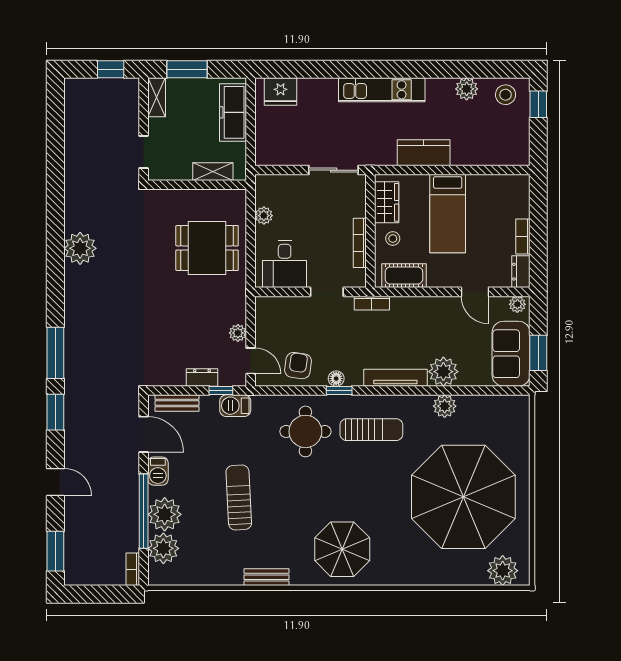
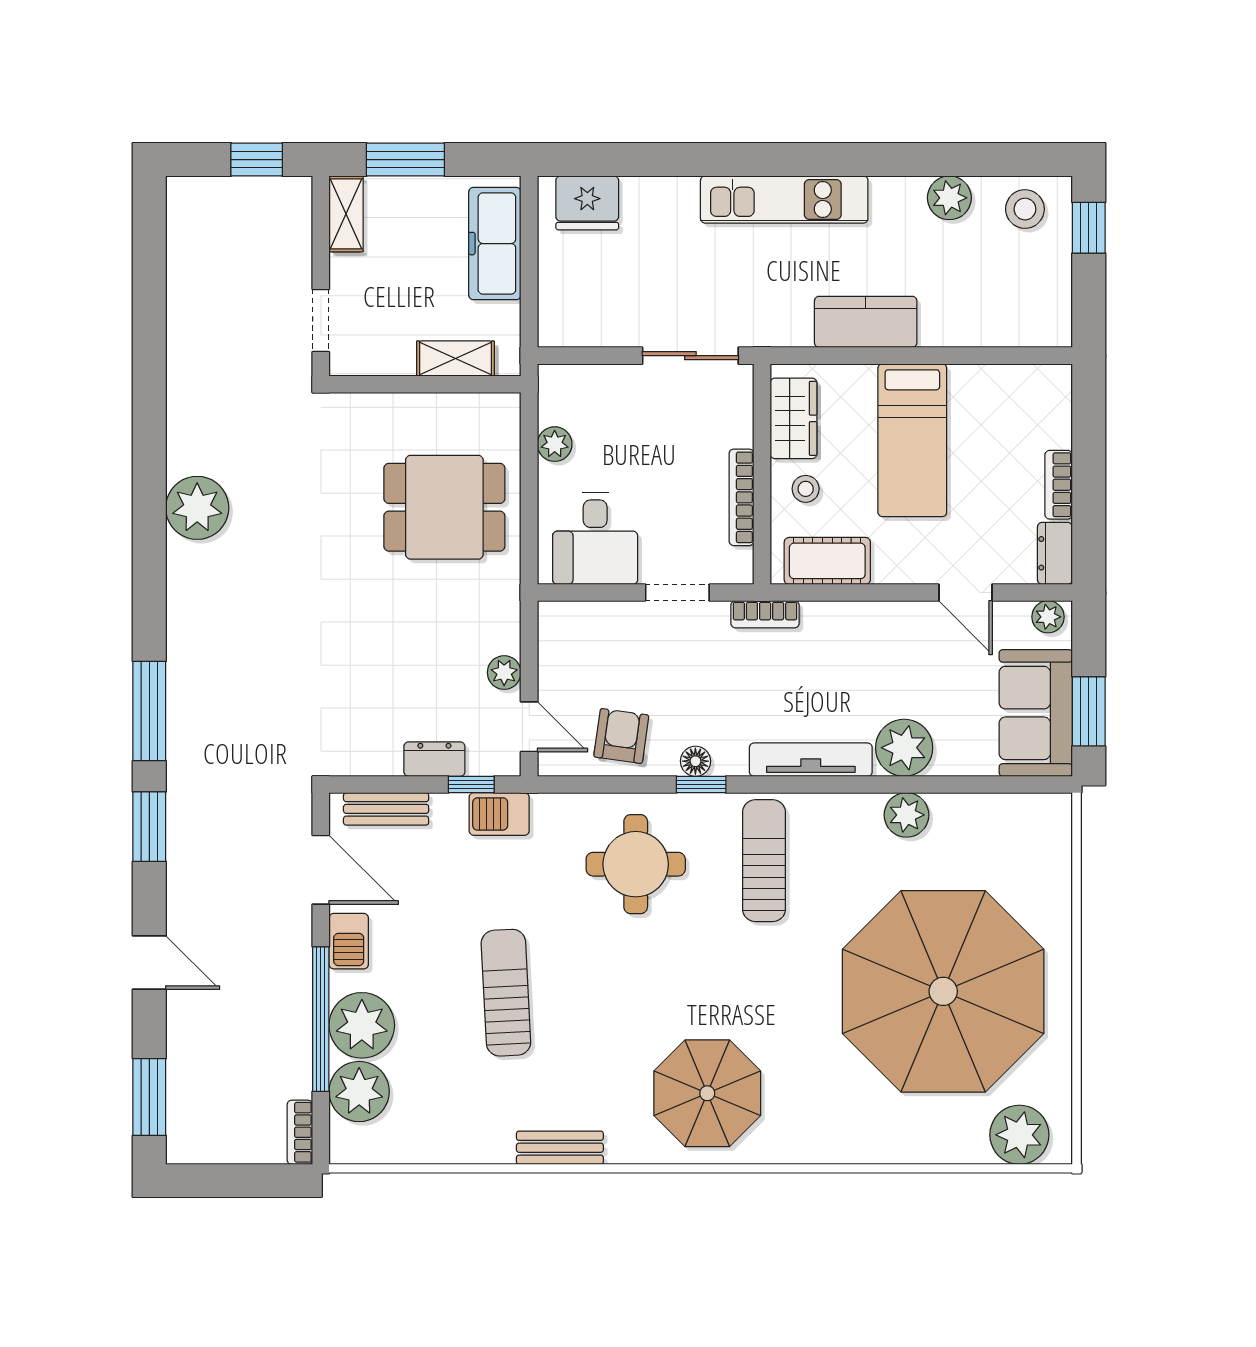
sun lounger: (371, 430) -> (764, 861), turned -90

